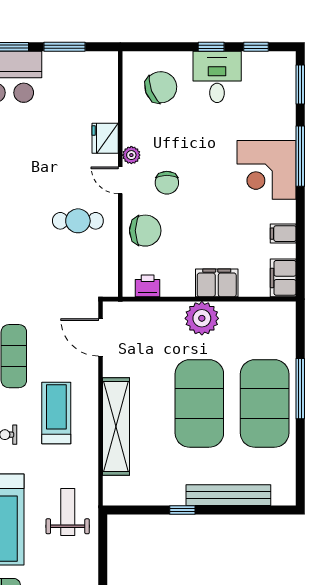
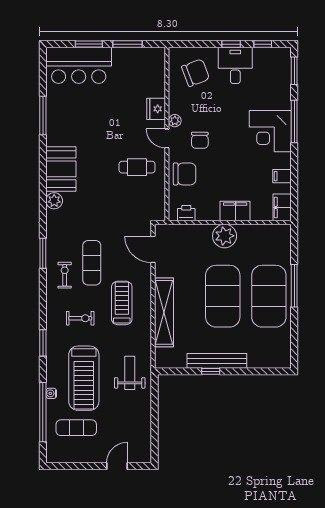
bench: (228, 495) -> (217, 361), moved

